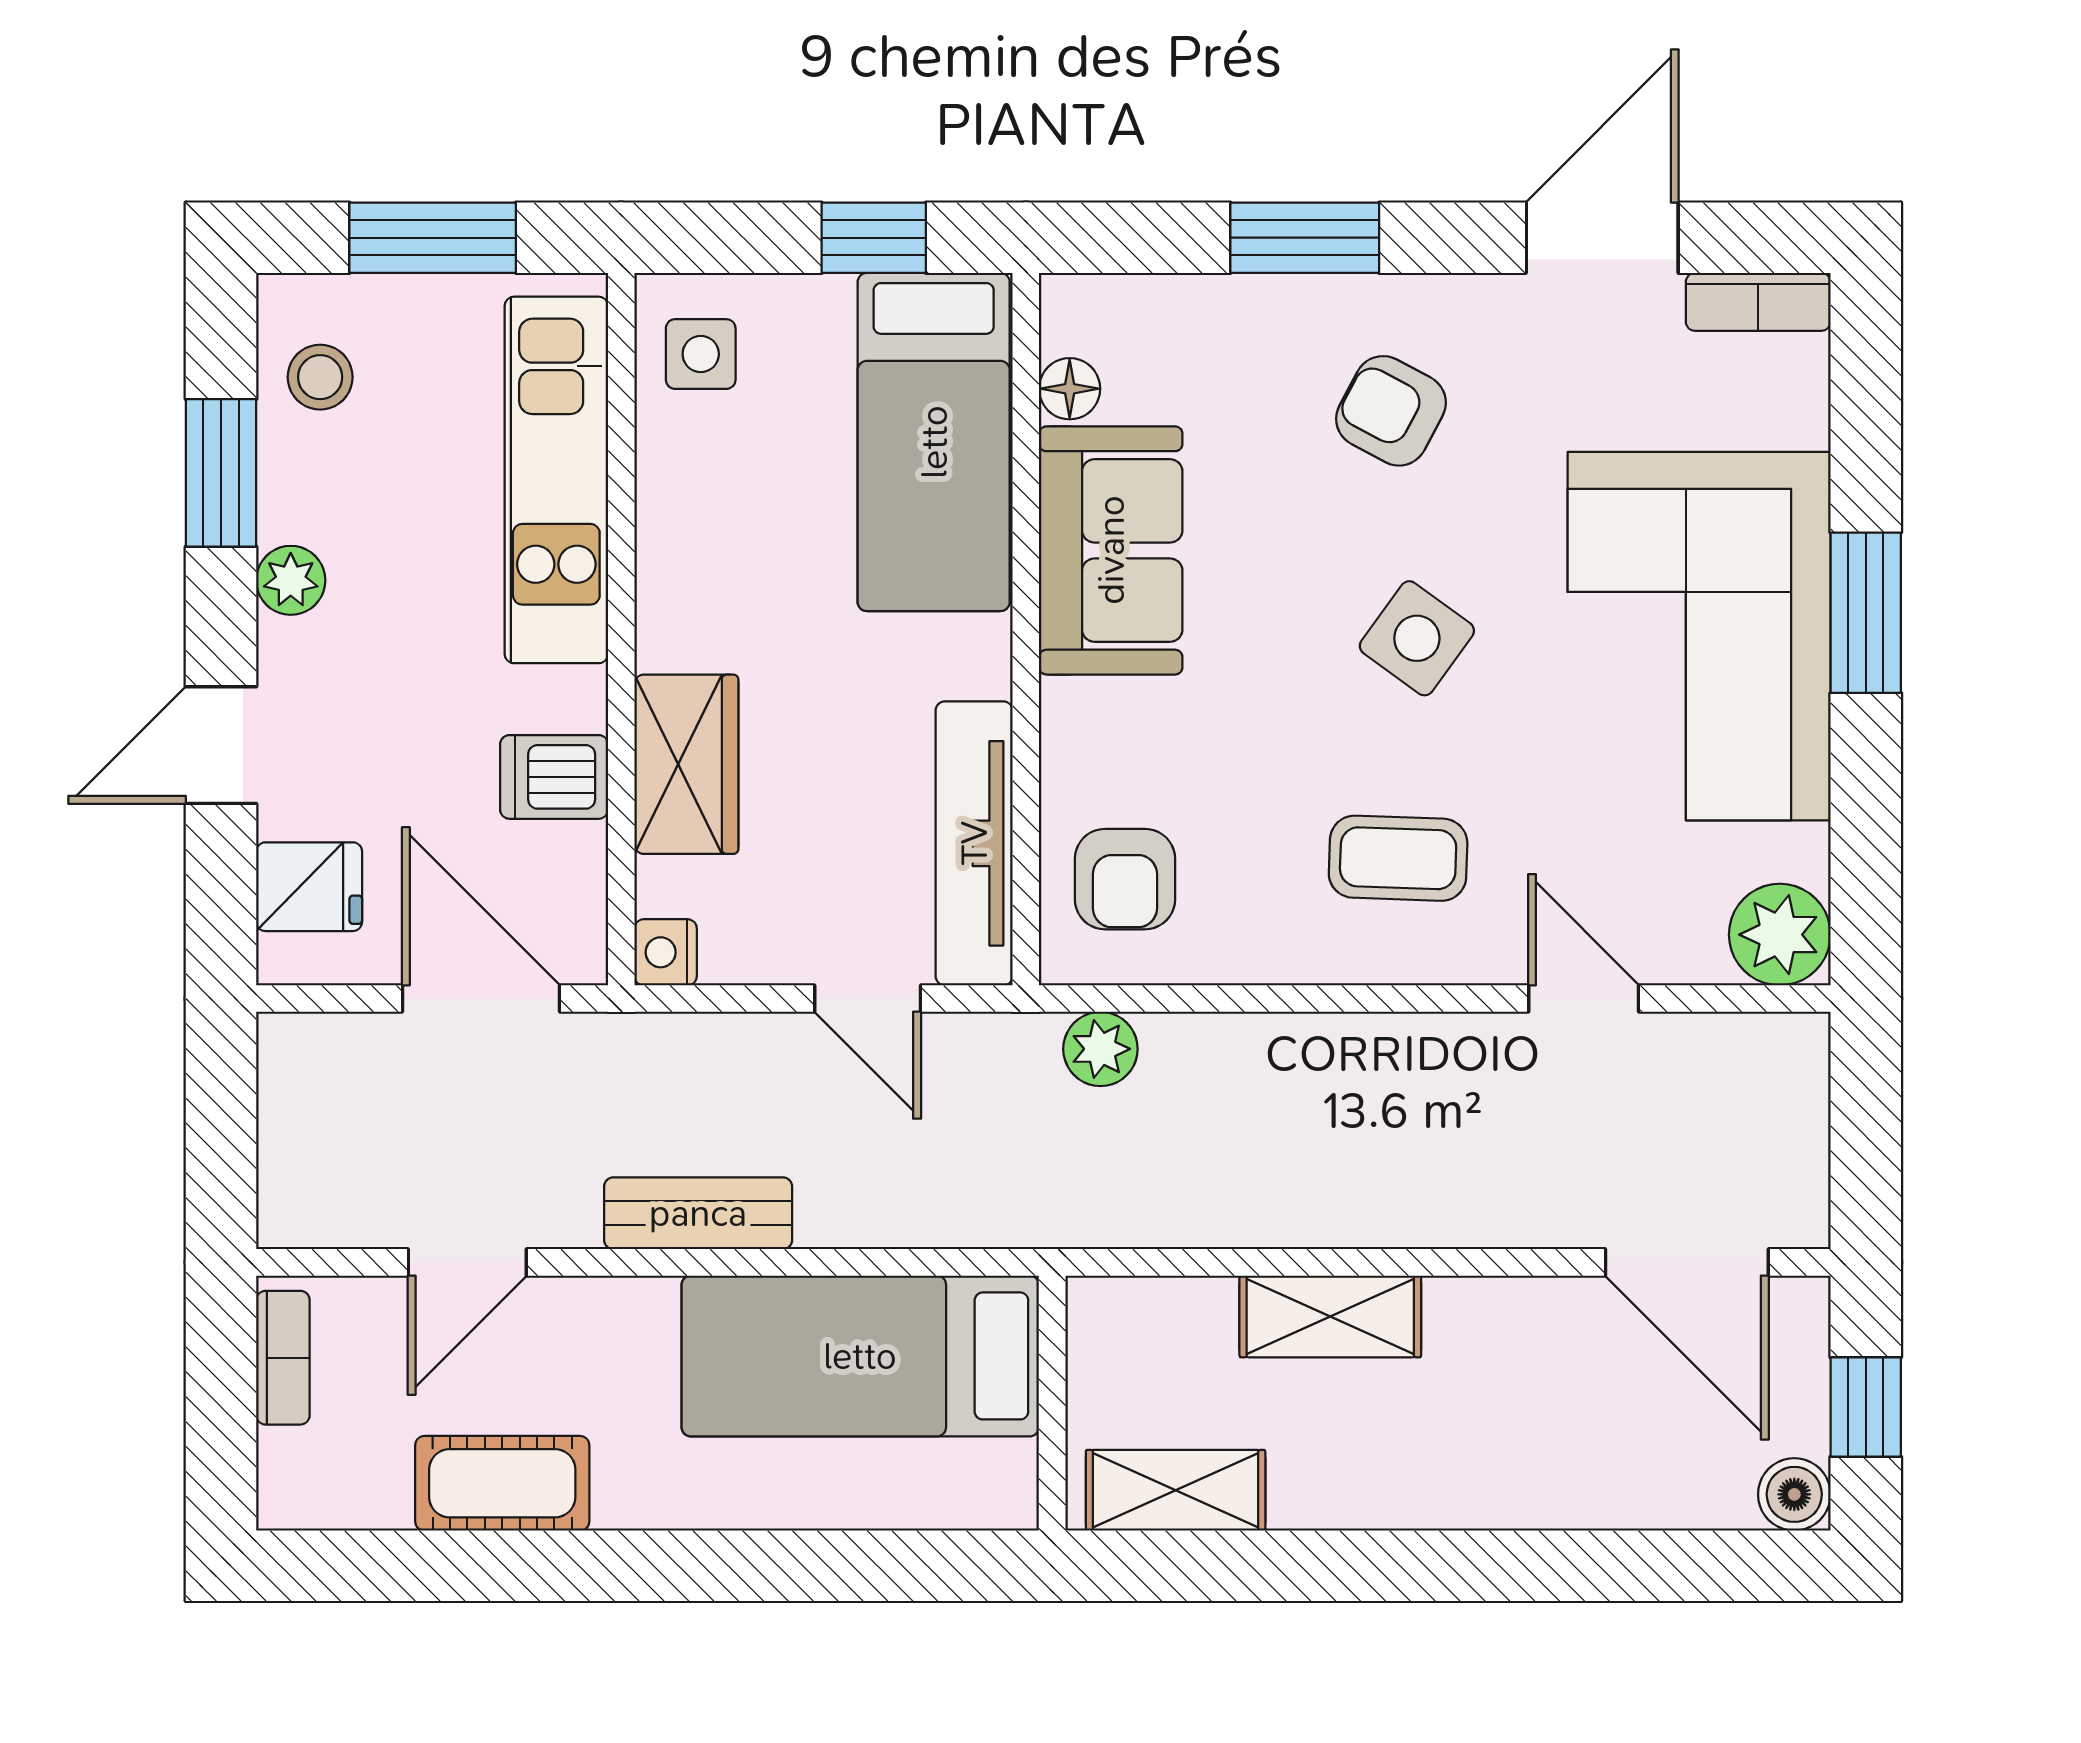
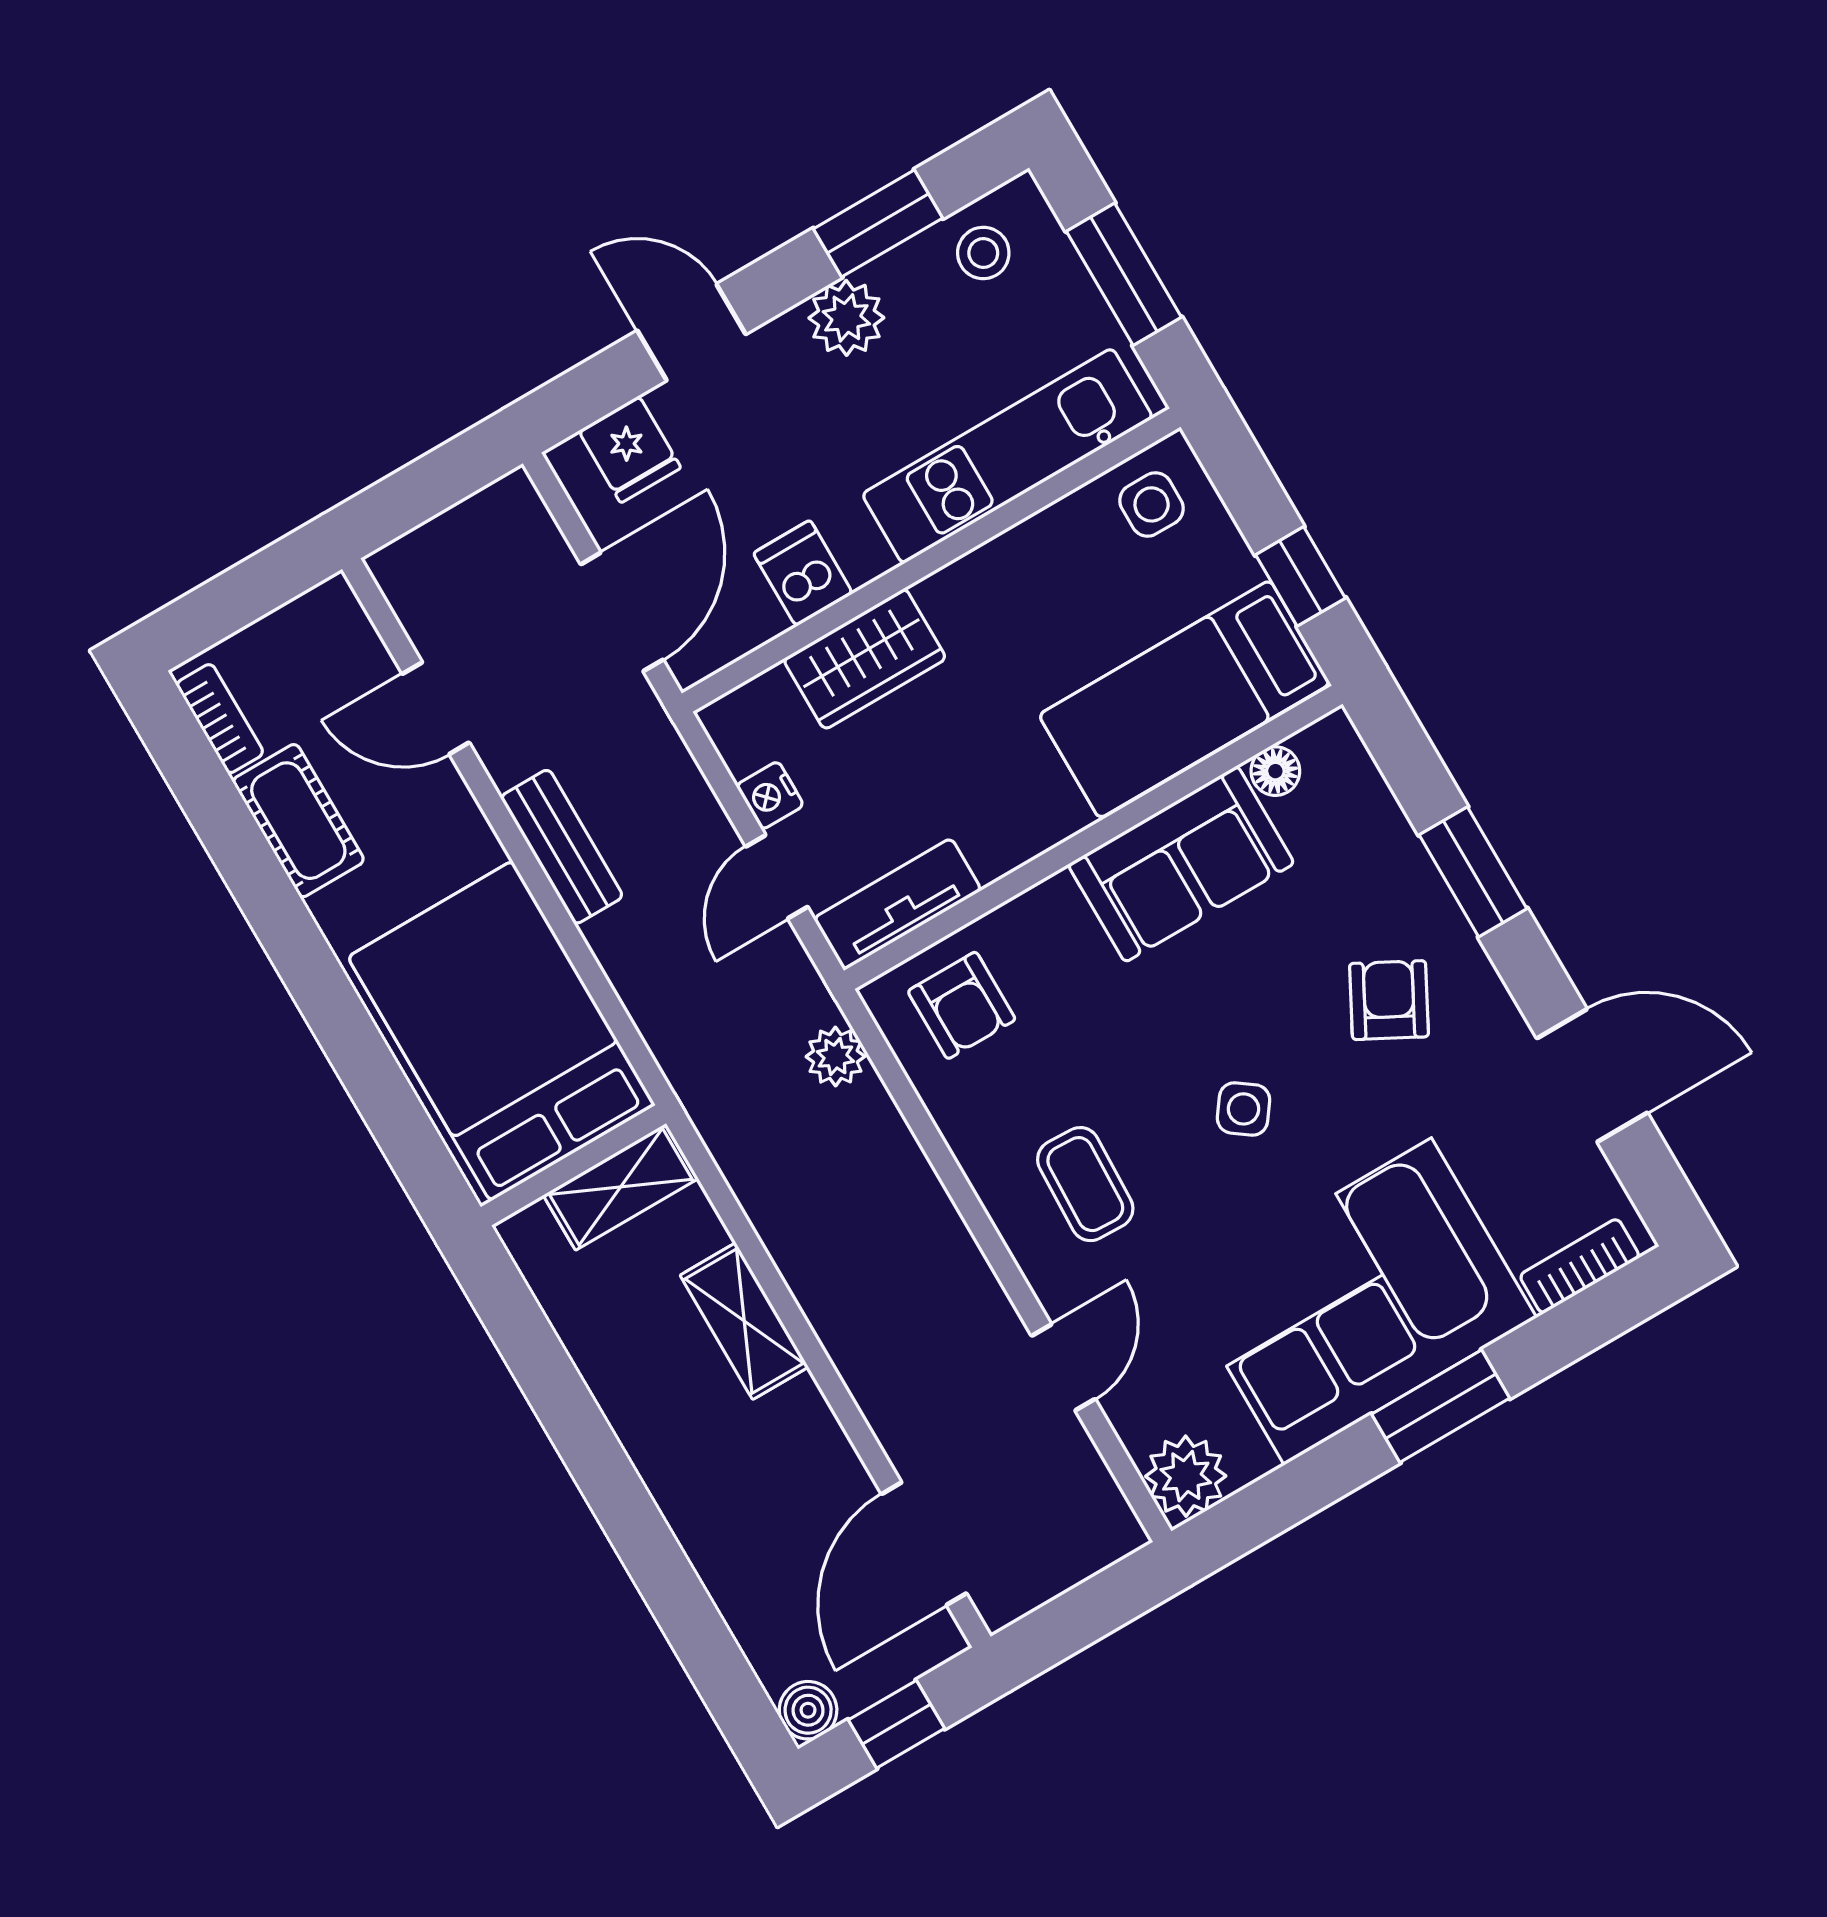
bookcase: (1758, 302) -> (1580, 1266), moved, turned 90
plant: (291, 580) -> (846, 318), width x1.38, depth x1.38
side table: (1417, 638) -> (1243, 1109), width x0.73, depth x0.73
tv unit: (974, 843) -> (897, 904), width x0.71
armchair: (1125, 879) -> (962, 1005), turned -90
nightstand: (666, 952) -> (770, 795), moved, turned -90
bed: (860, 1356) -> (501, 1031), width x1.50
bookcase: (283, 1358) -> (220, 719), moved, turned -90
shelving: (1176, 1490) -> (621, 1187), moved, turned 90

